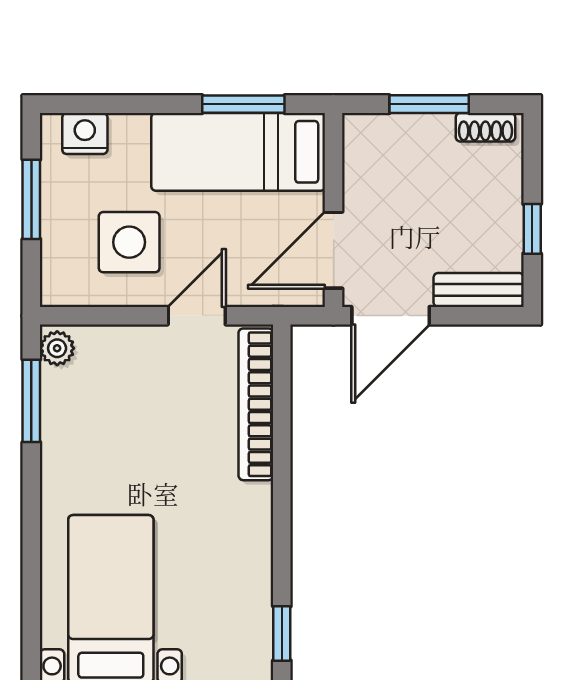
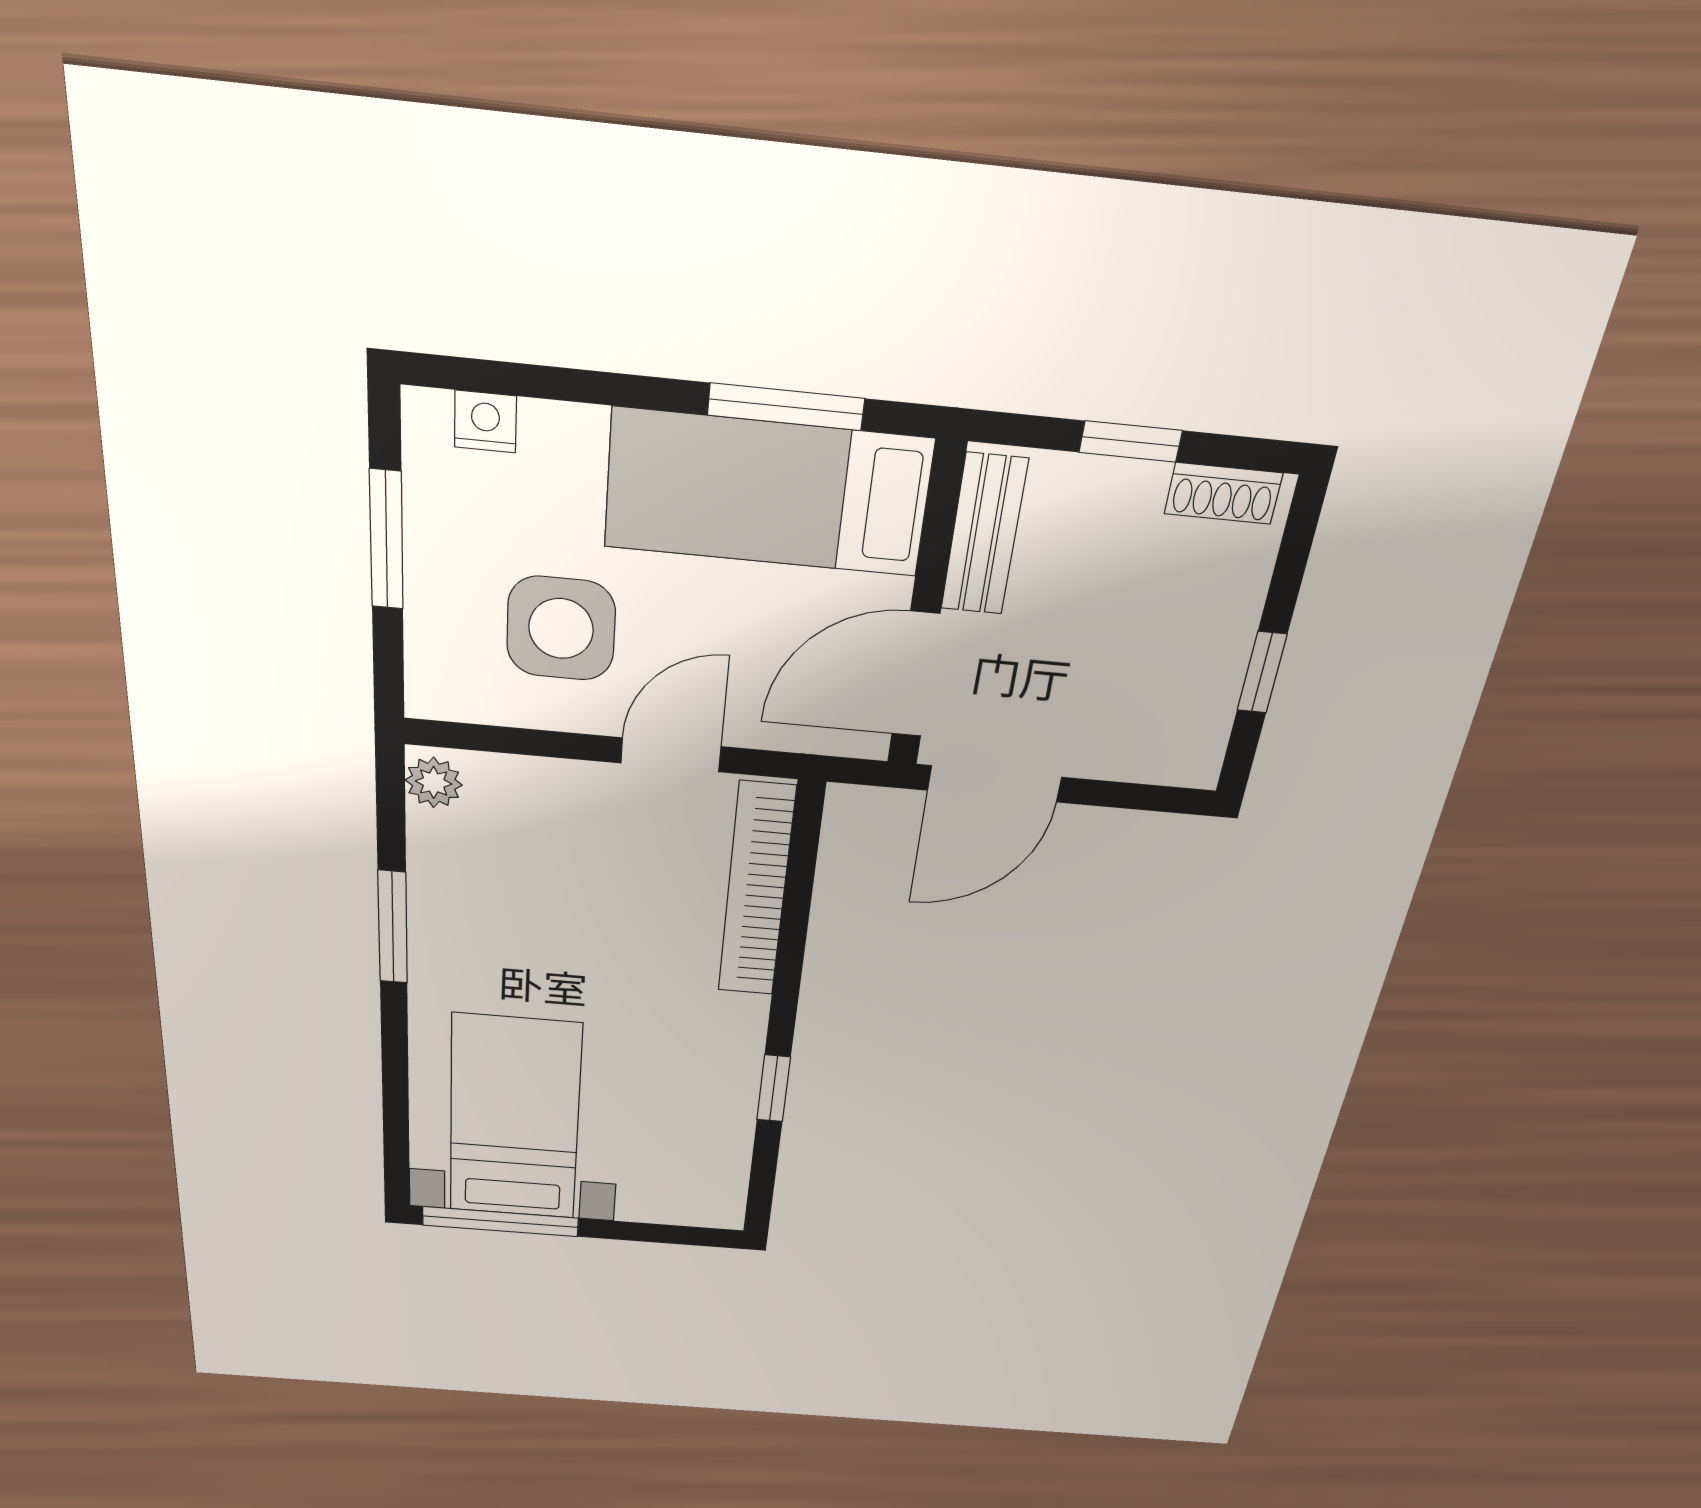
window: (429, 104) -> (1131, 441), width x0.67
nightstand: (85, 133) -> (485, 422), width x0.72, depth x0.74
bench: (479, 290) -> (984, 535), moved, turned 90
window: (31, 401) -> (393, 927), moved
window: (282, 633) -> (774, 1088), moved

